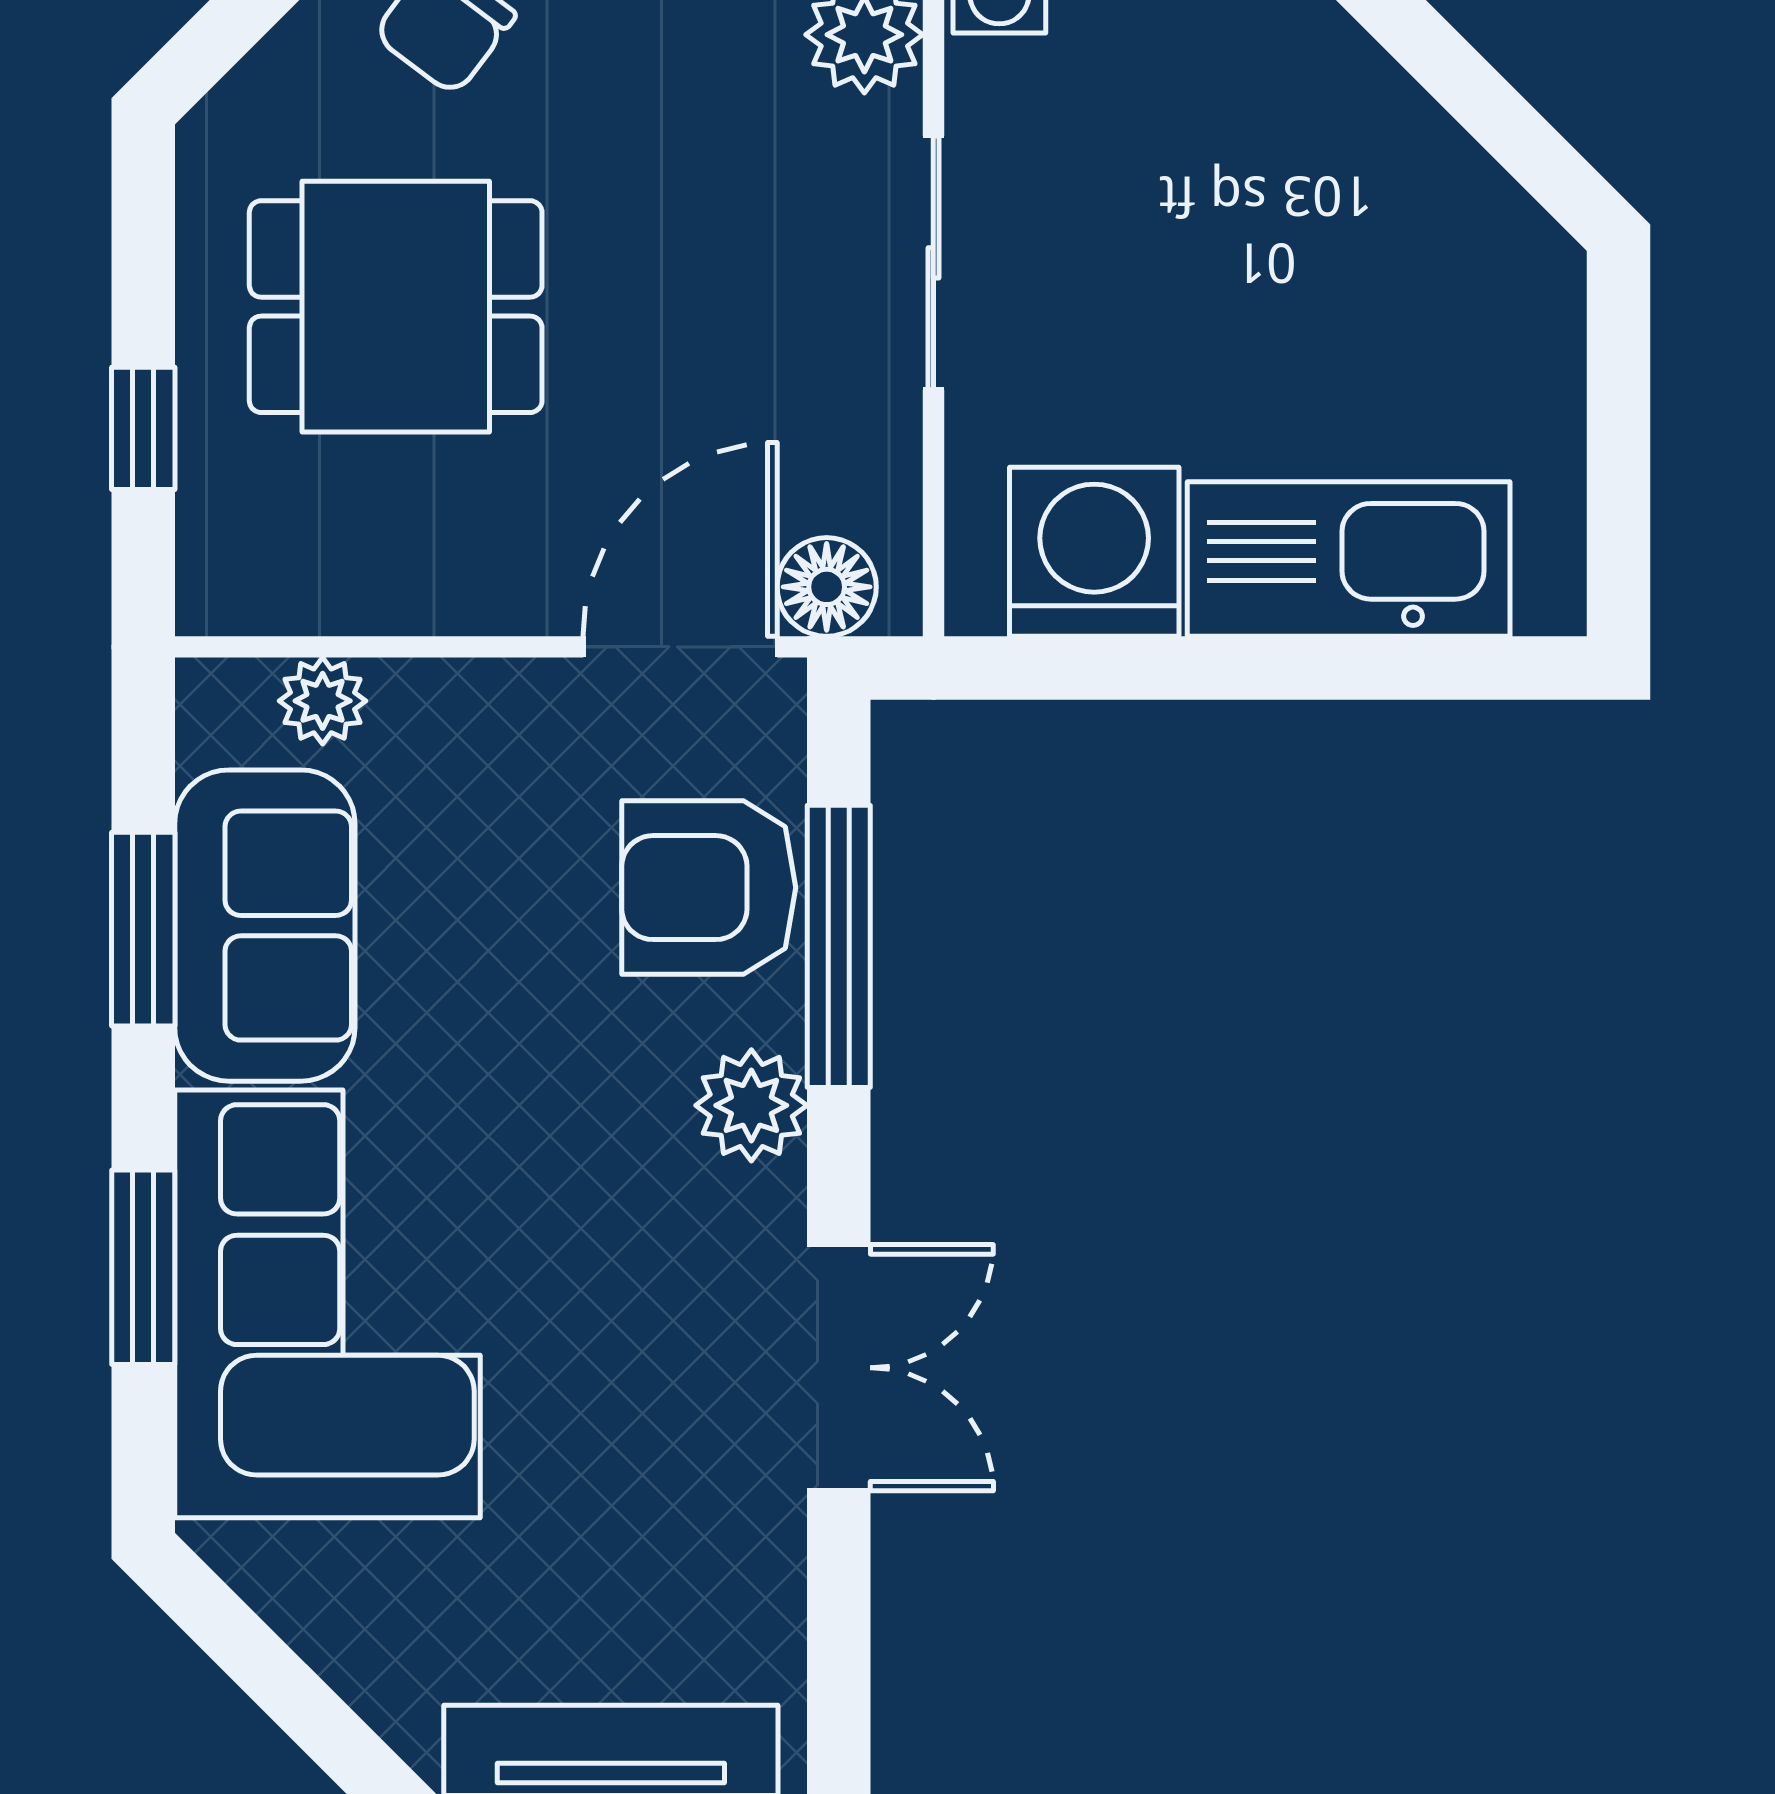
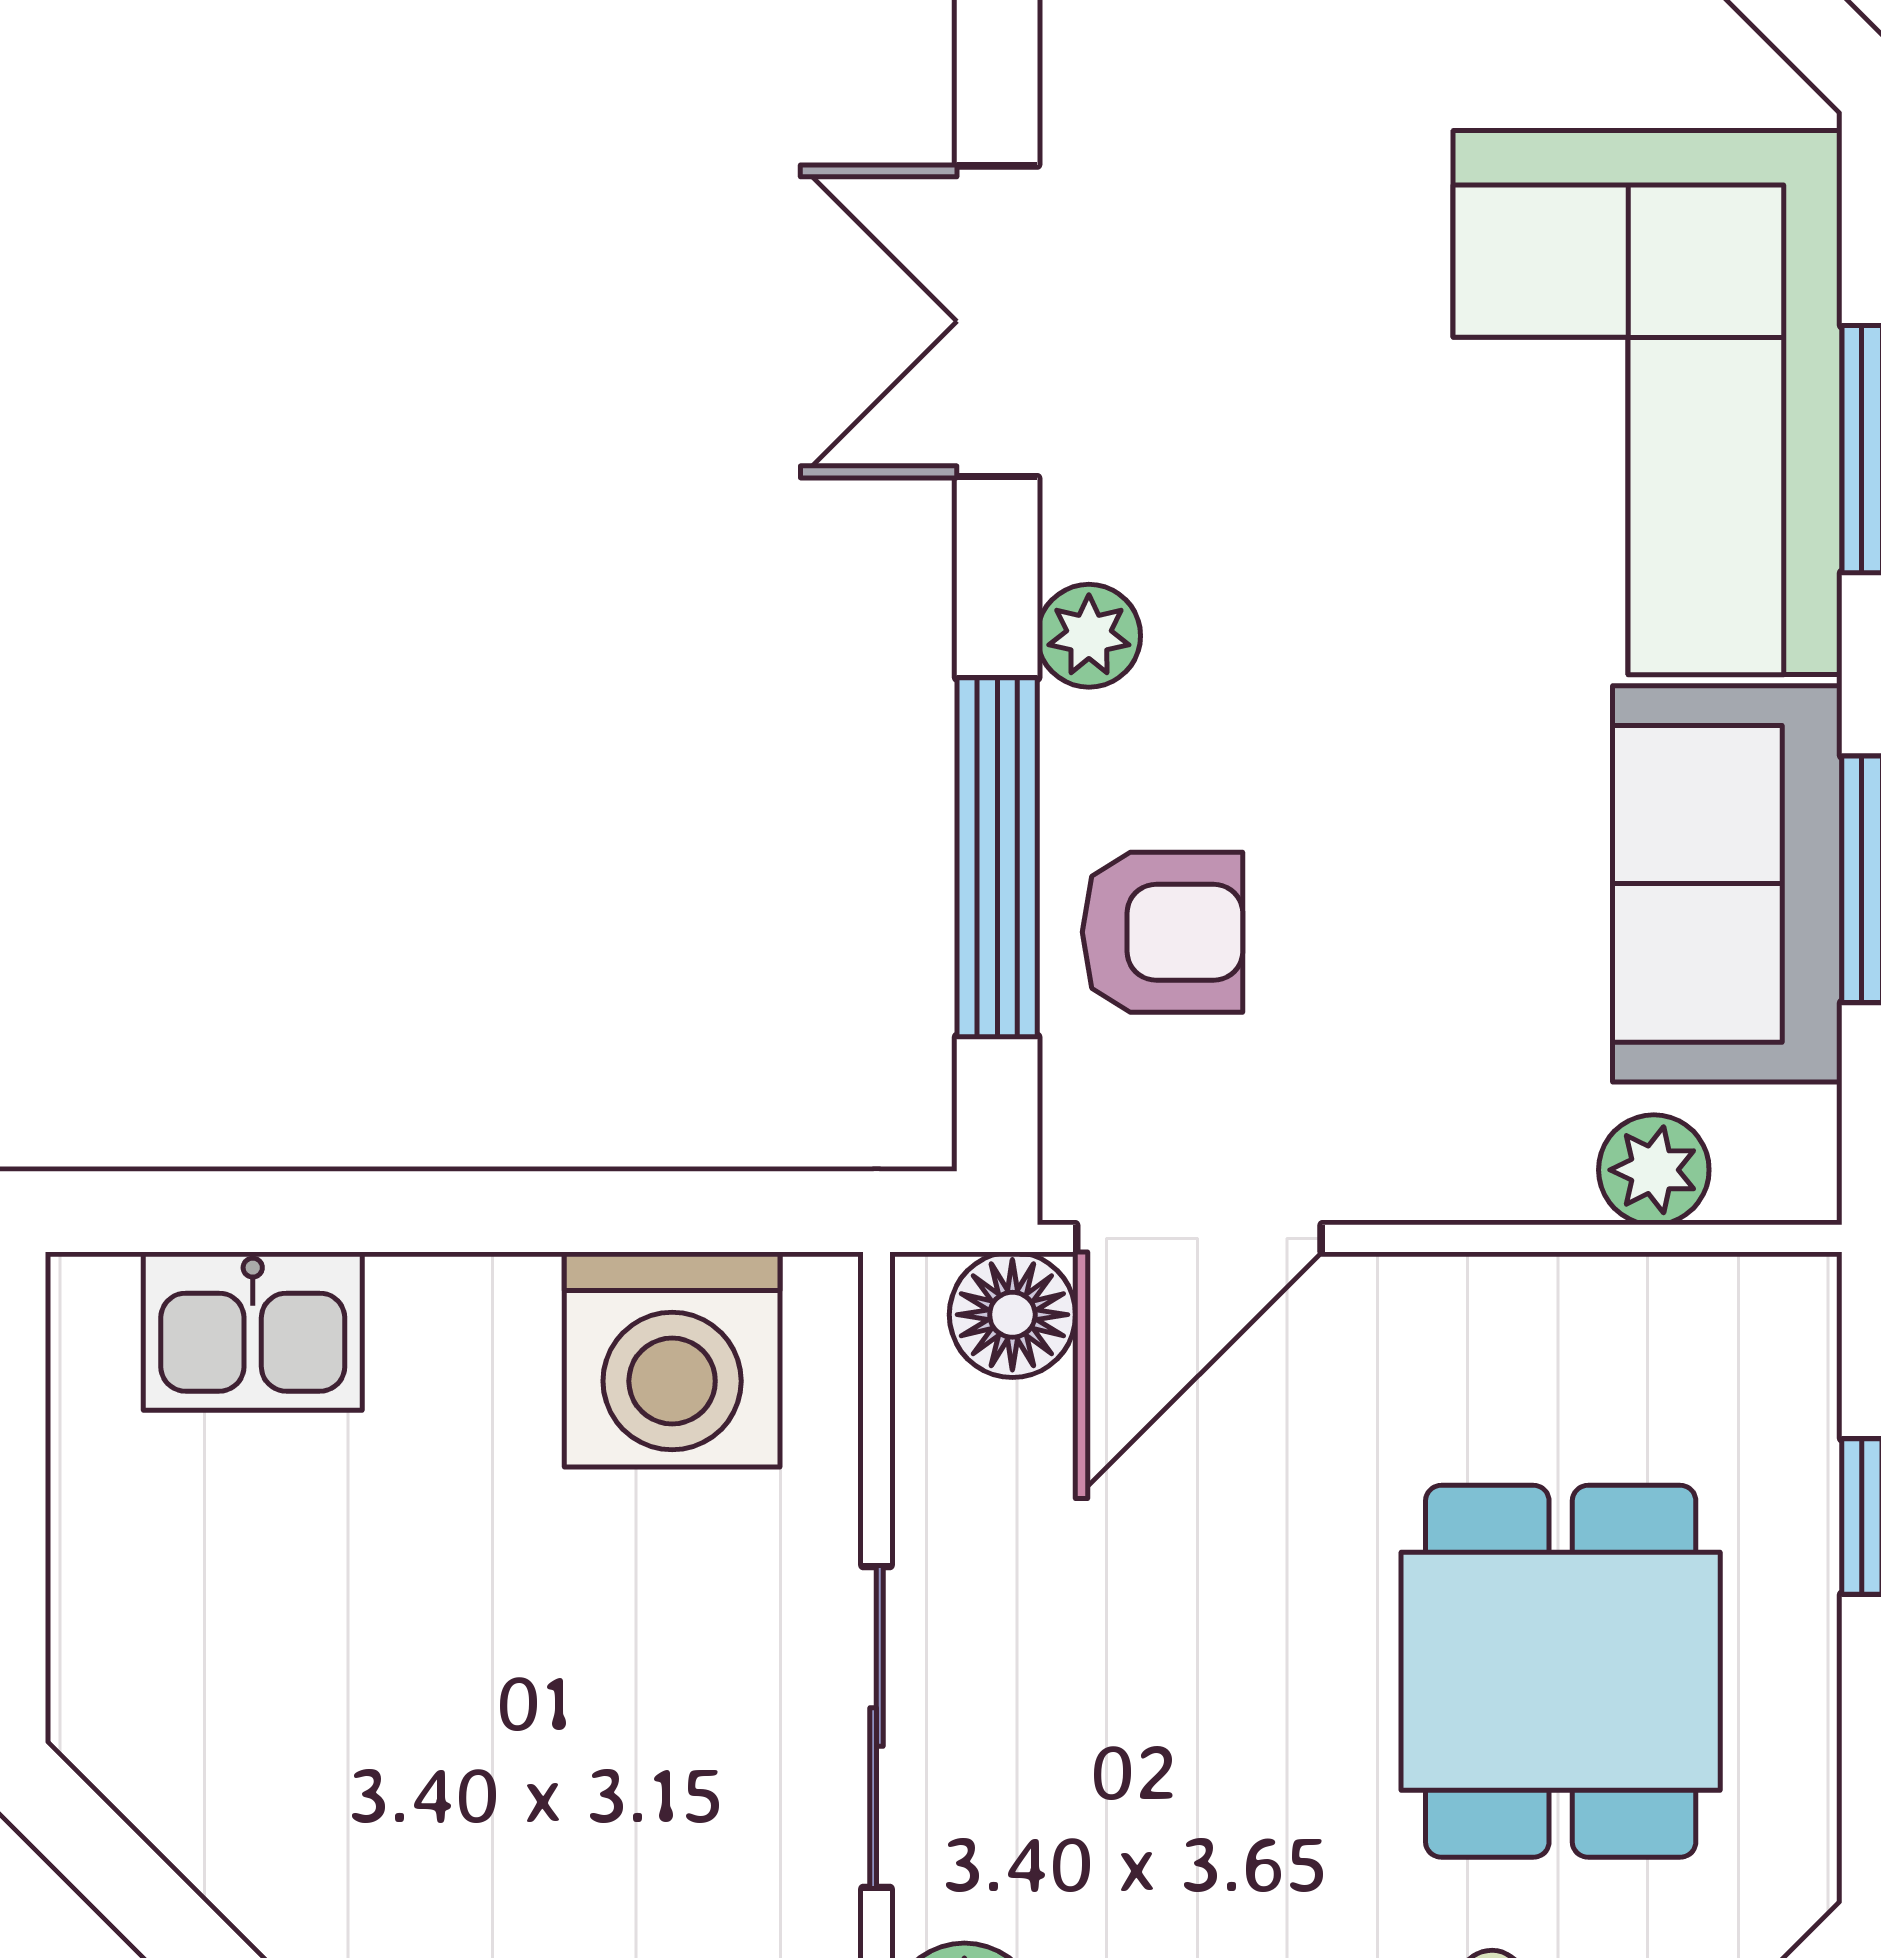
dining table: (396, 307) -> (1561, 1671), turned 90
kitchen sink: (1349, 559) -> (253, 1331), width x0.53, depth x0.81
armchair: (709, 888) -> (1162, 932), width x0.72, depth x0.72
plant: (751, 1105) -> (1089, 636), width x0.73, depth x0.73

